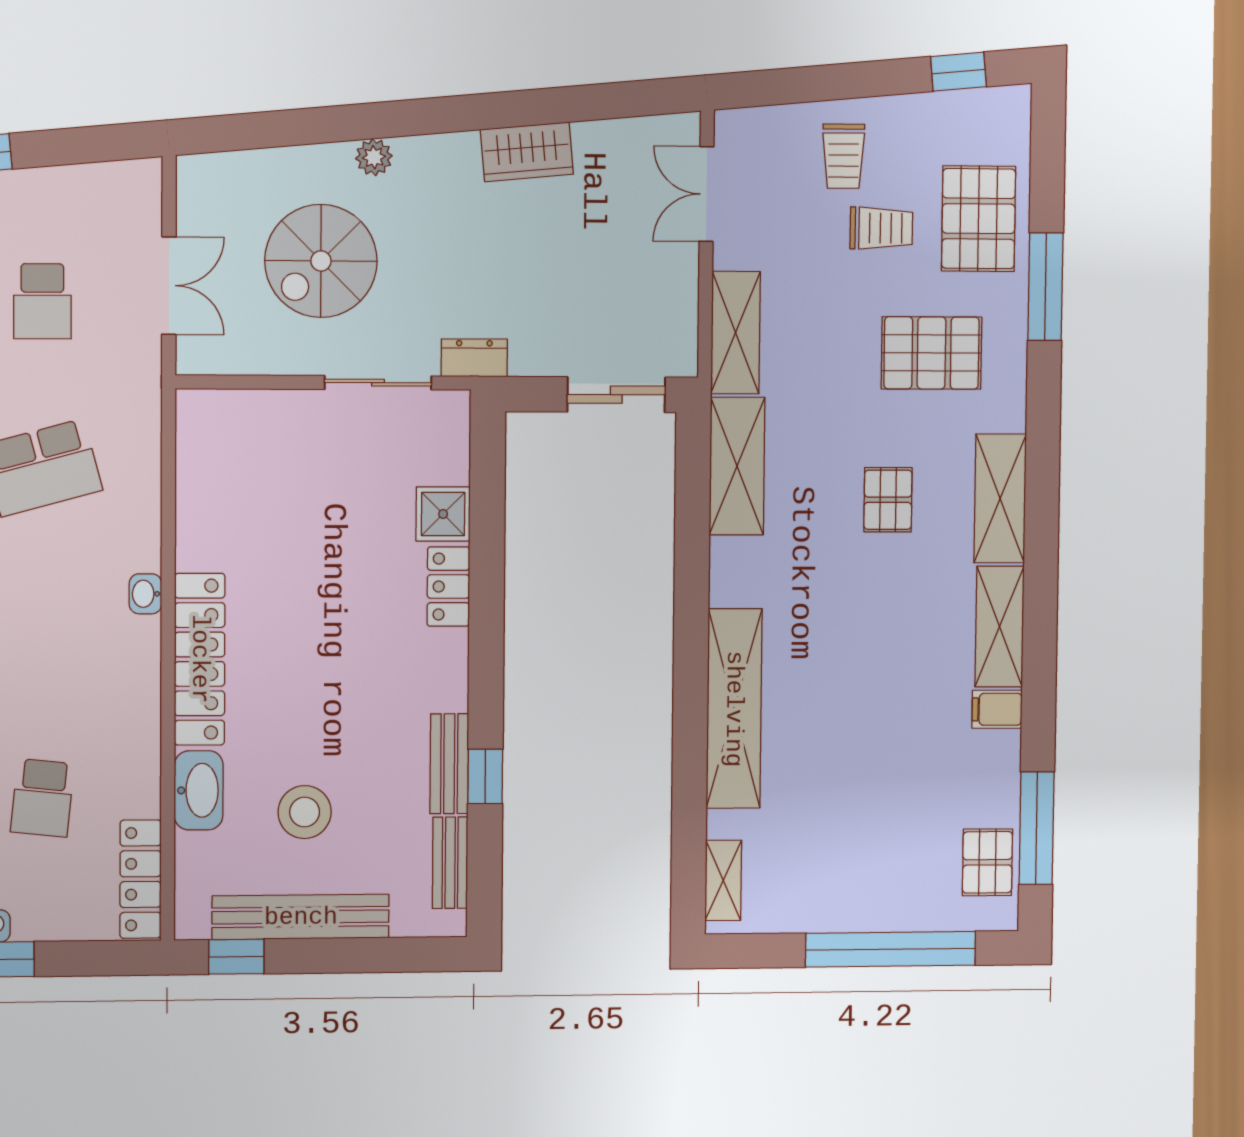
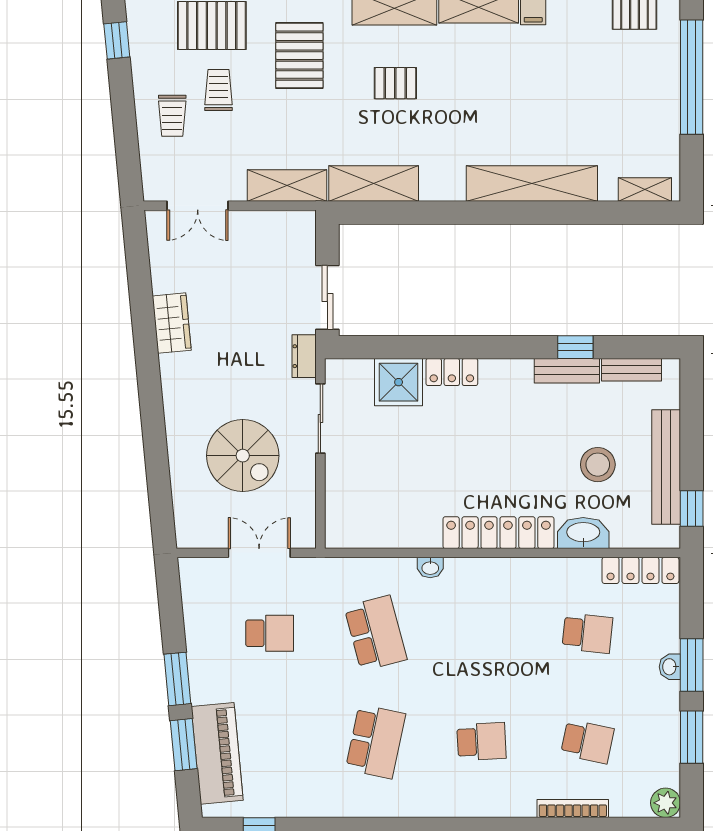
trolley: (843, 156) -> (172, 116), turned 90
plant: (374, 157) -> (176, 422), removed
sliding door: (616, 395) -> (327, 297), moved
shower: (443, 514) -> (399, 382), width x1.36, depth x1.36
washbasin: (145, 594) -> (430, 567), moved

